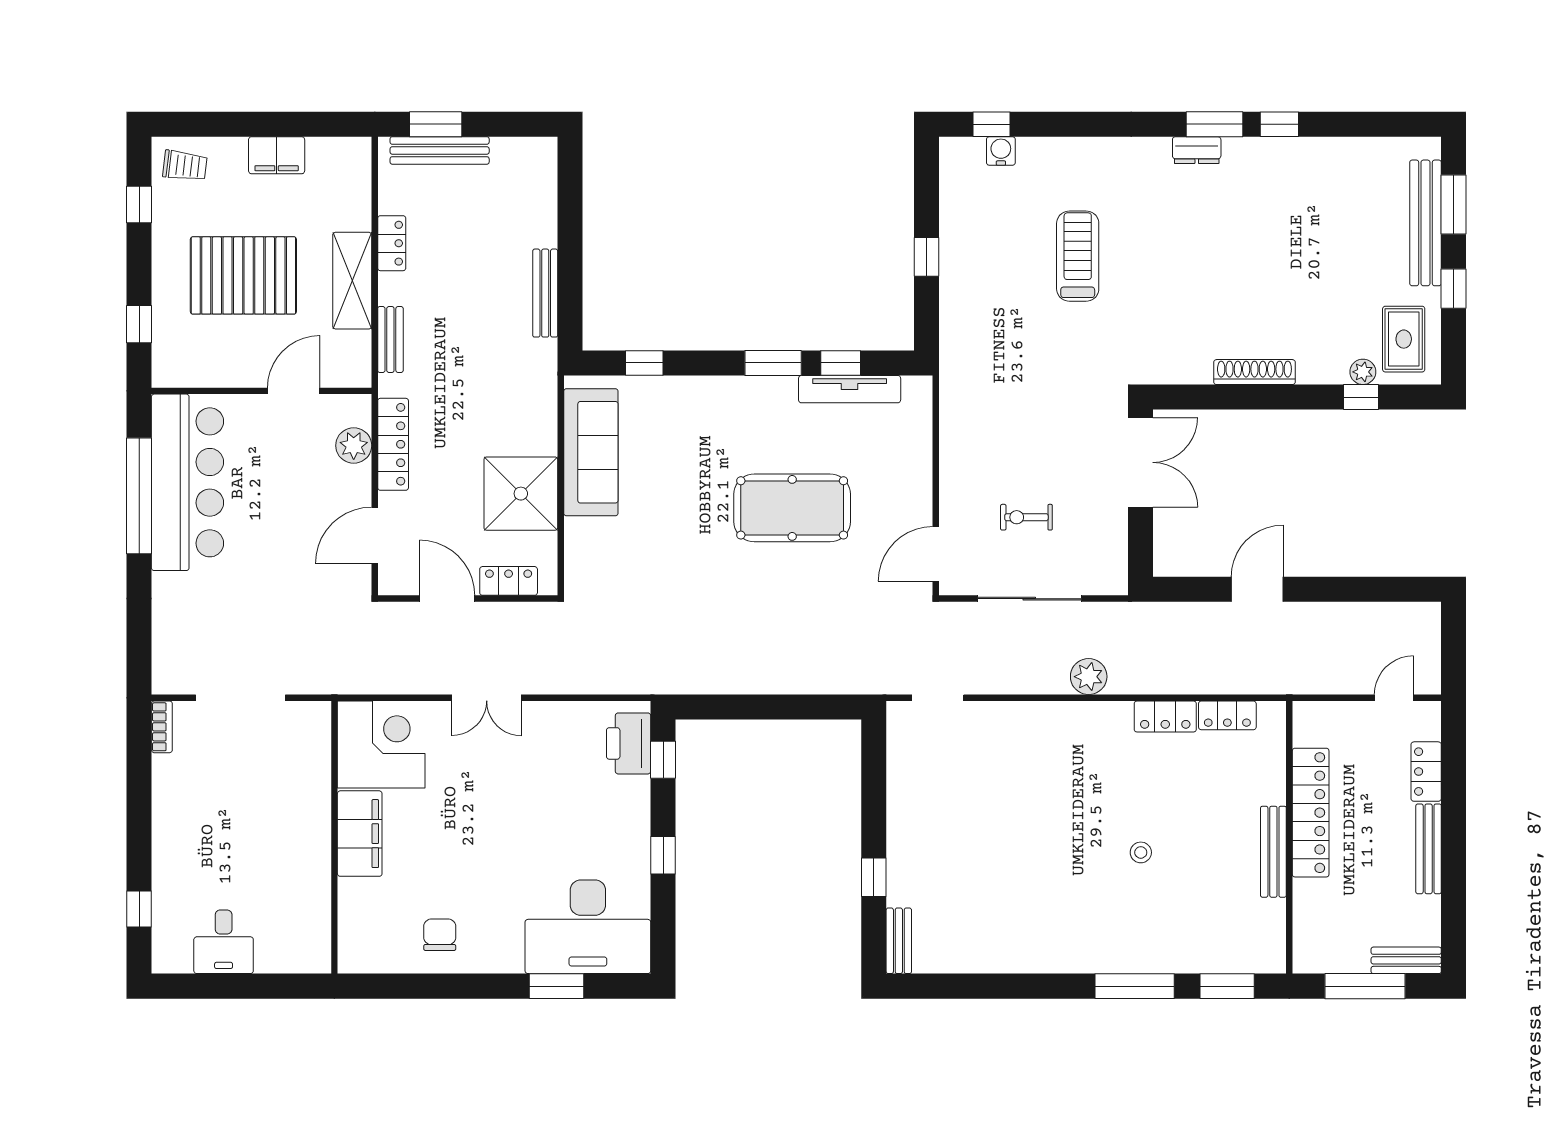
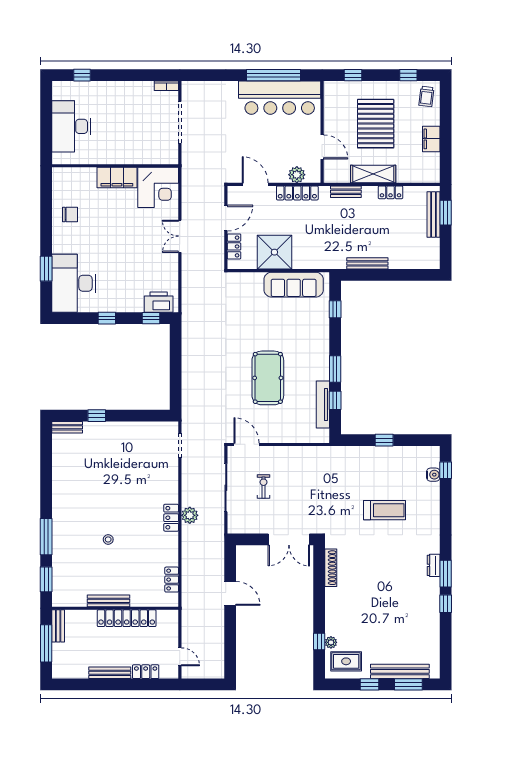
shoe rack: (1254, 372) -> (331, 568), moved
locker: (1165, 717) -> (171, 518), moved
desk: (224, 942) -> (71, 126), width x1.87, depth x1.30
bench: (1406, 960) -> (58, 626), moved

